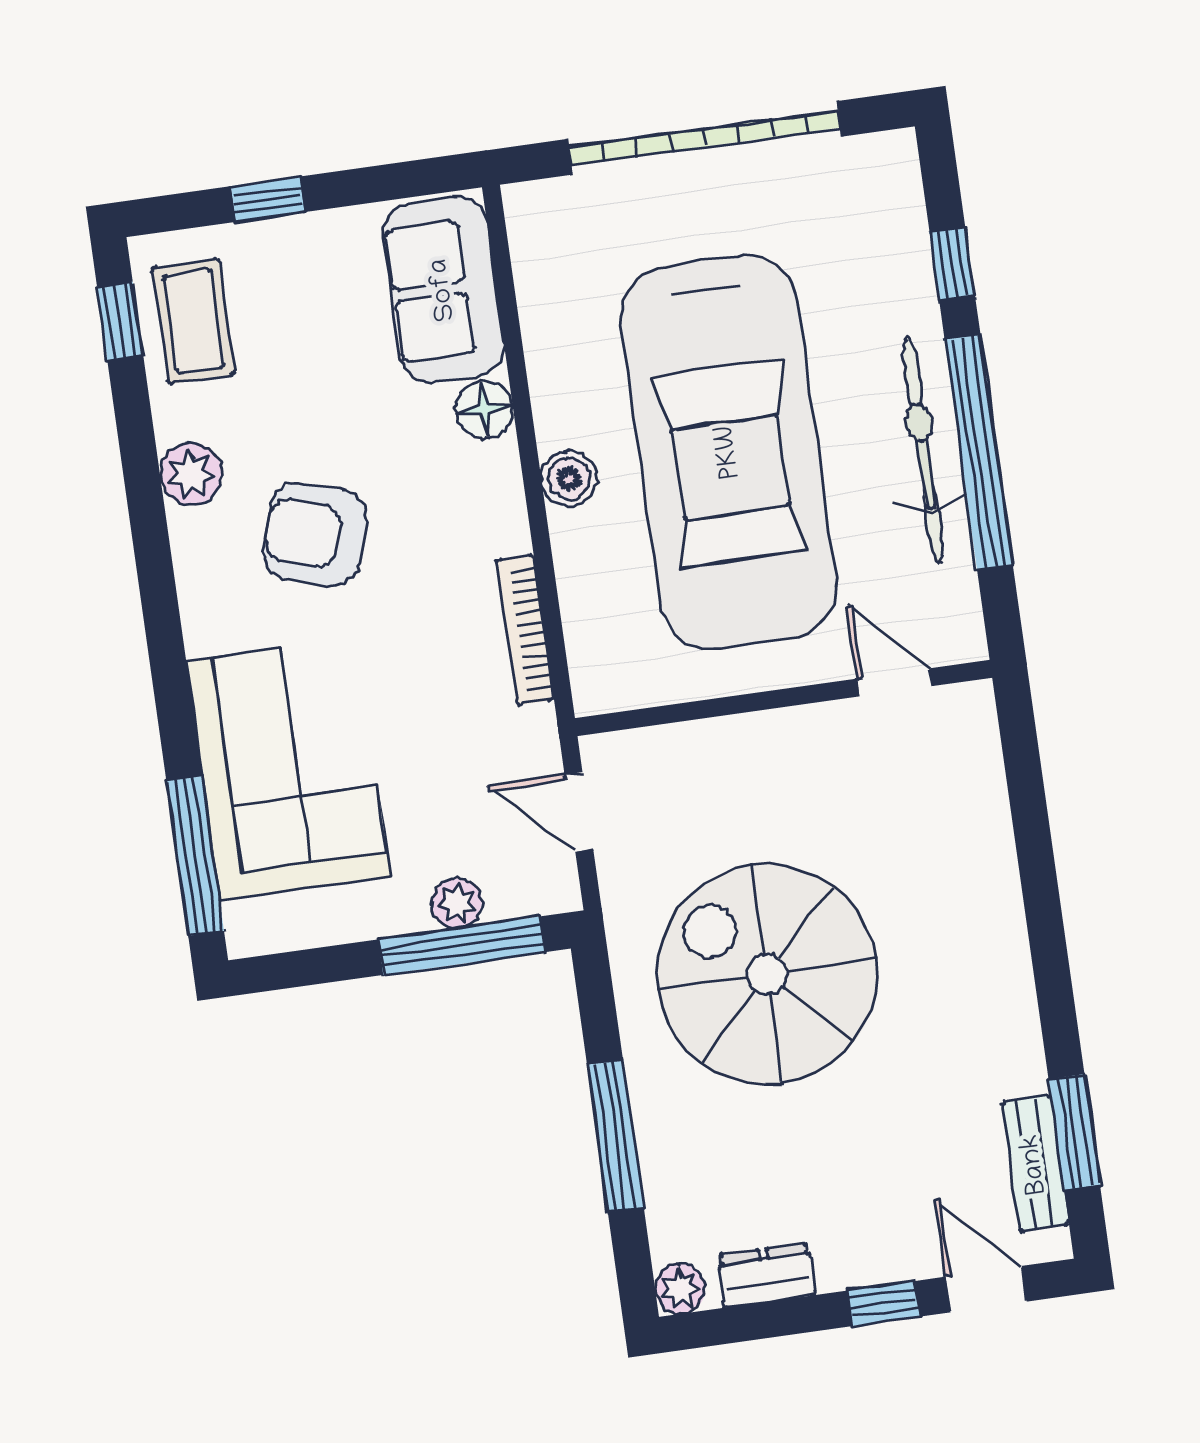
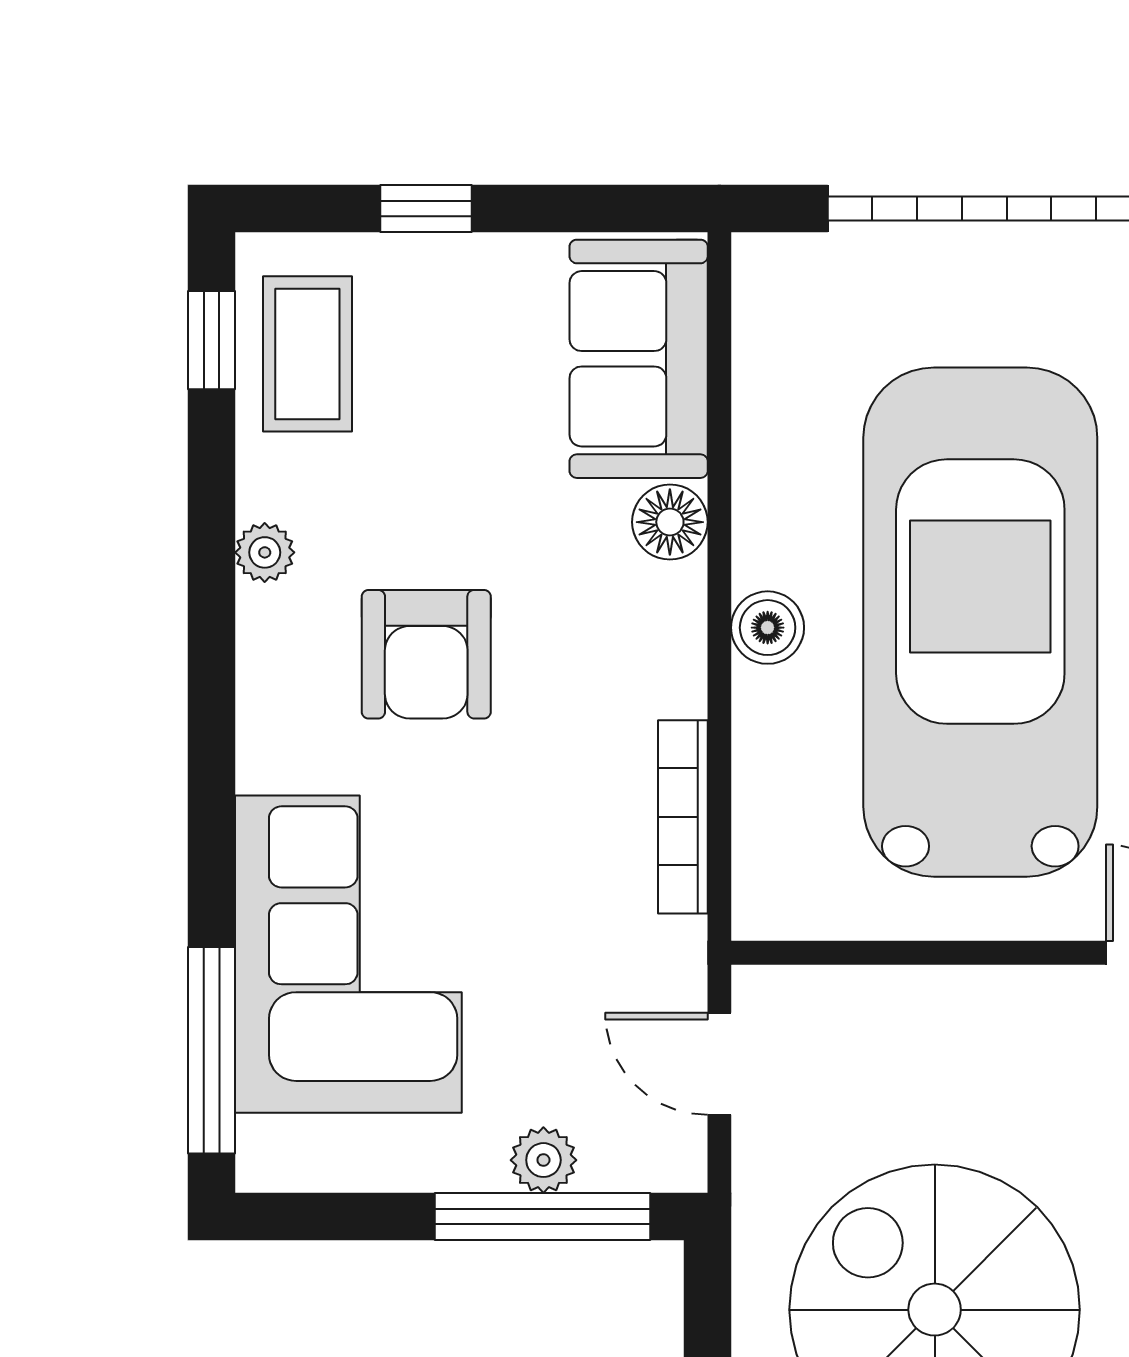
car: (729, 452) -> (980, 622), turned 180
plant: (191, 474) -> (265, 552), width x0.73, depth x0.73
armchair: (315, 535) -> (426, 654), turned -107

